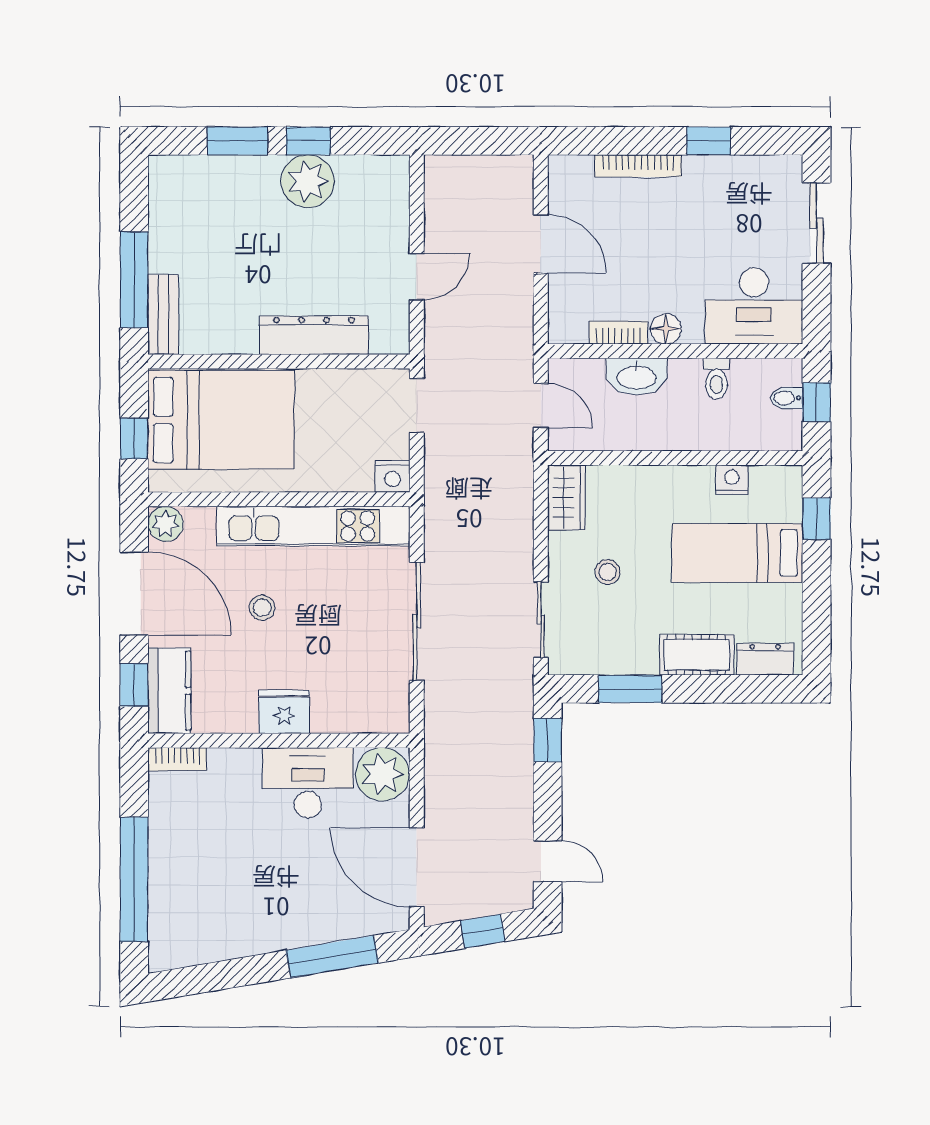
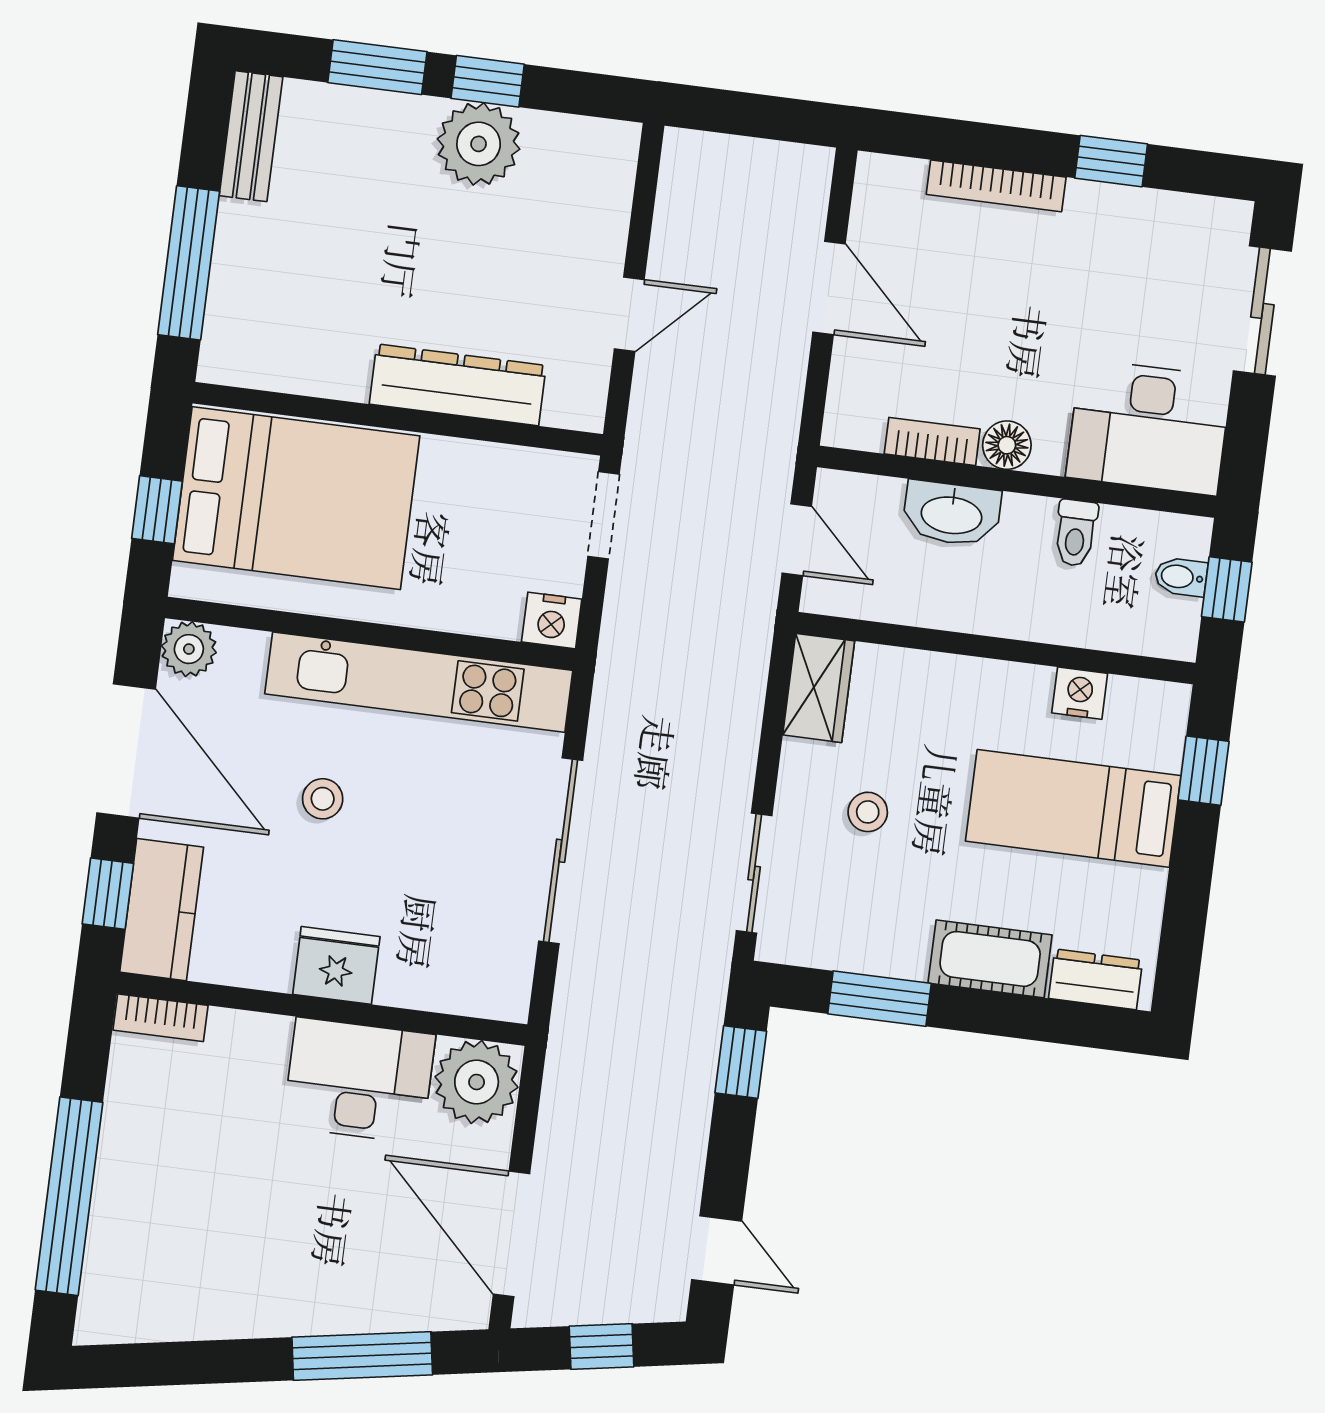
bench: (163, 314) -> (251, 136), moved

